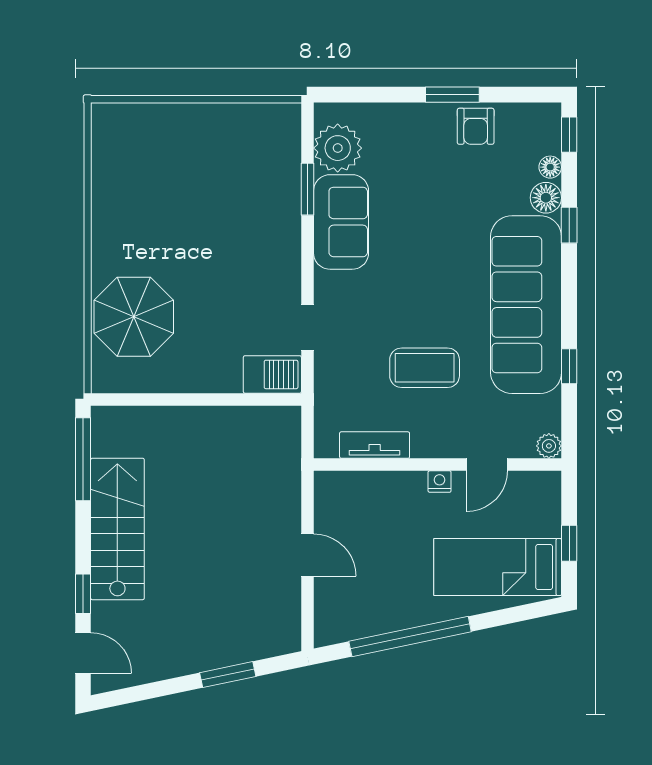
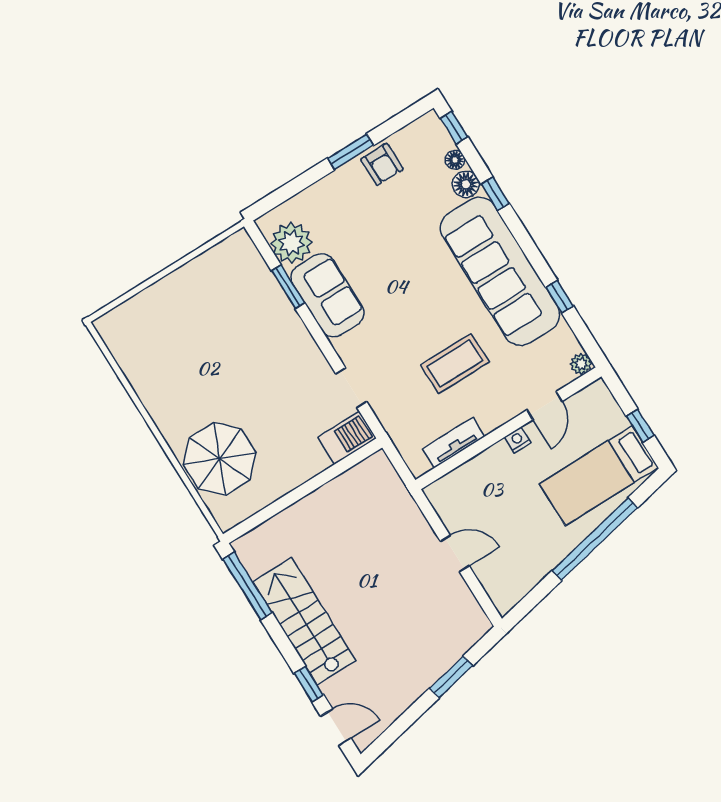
window: (410, 636) -> (595, 539), moved

